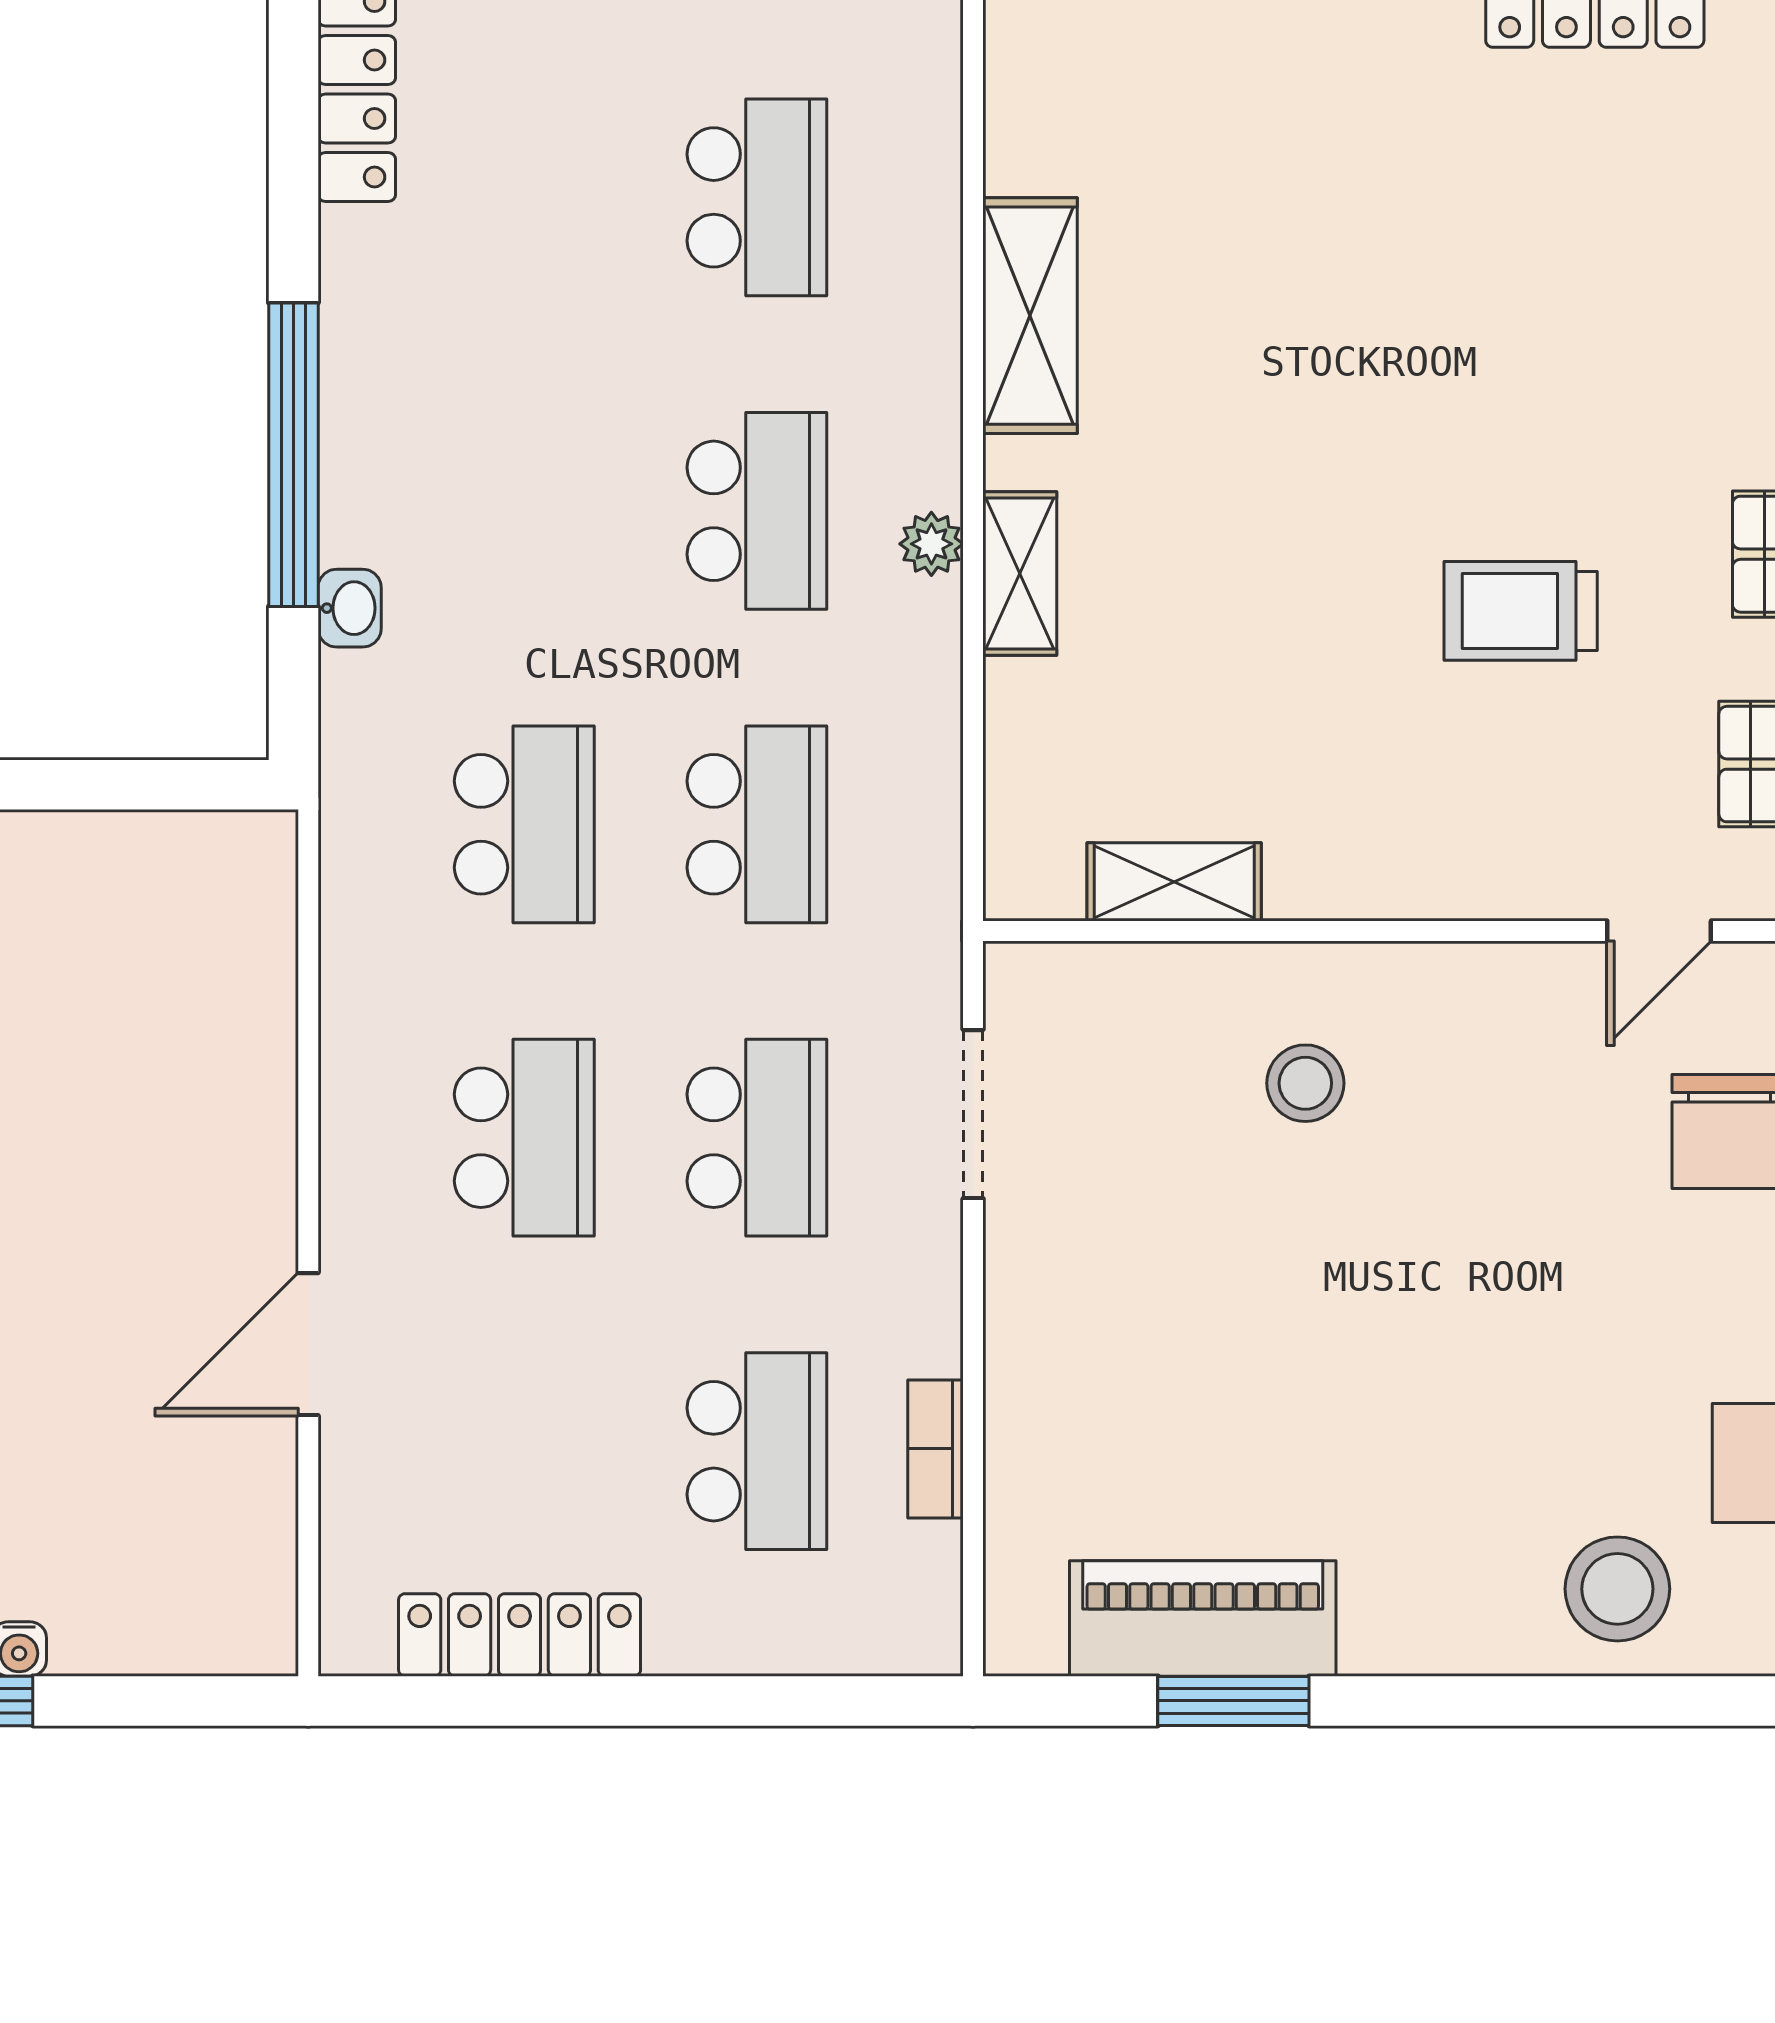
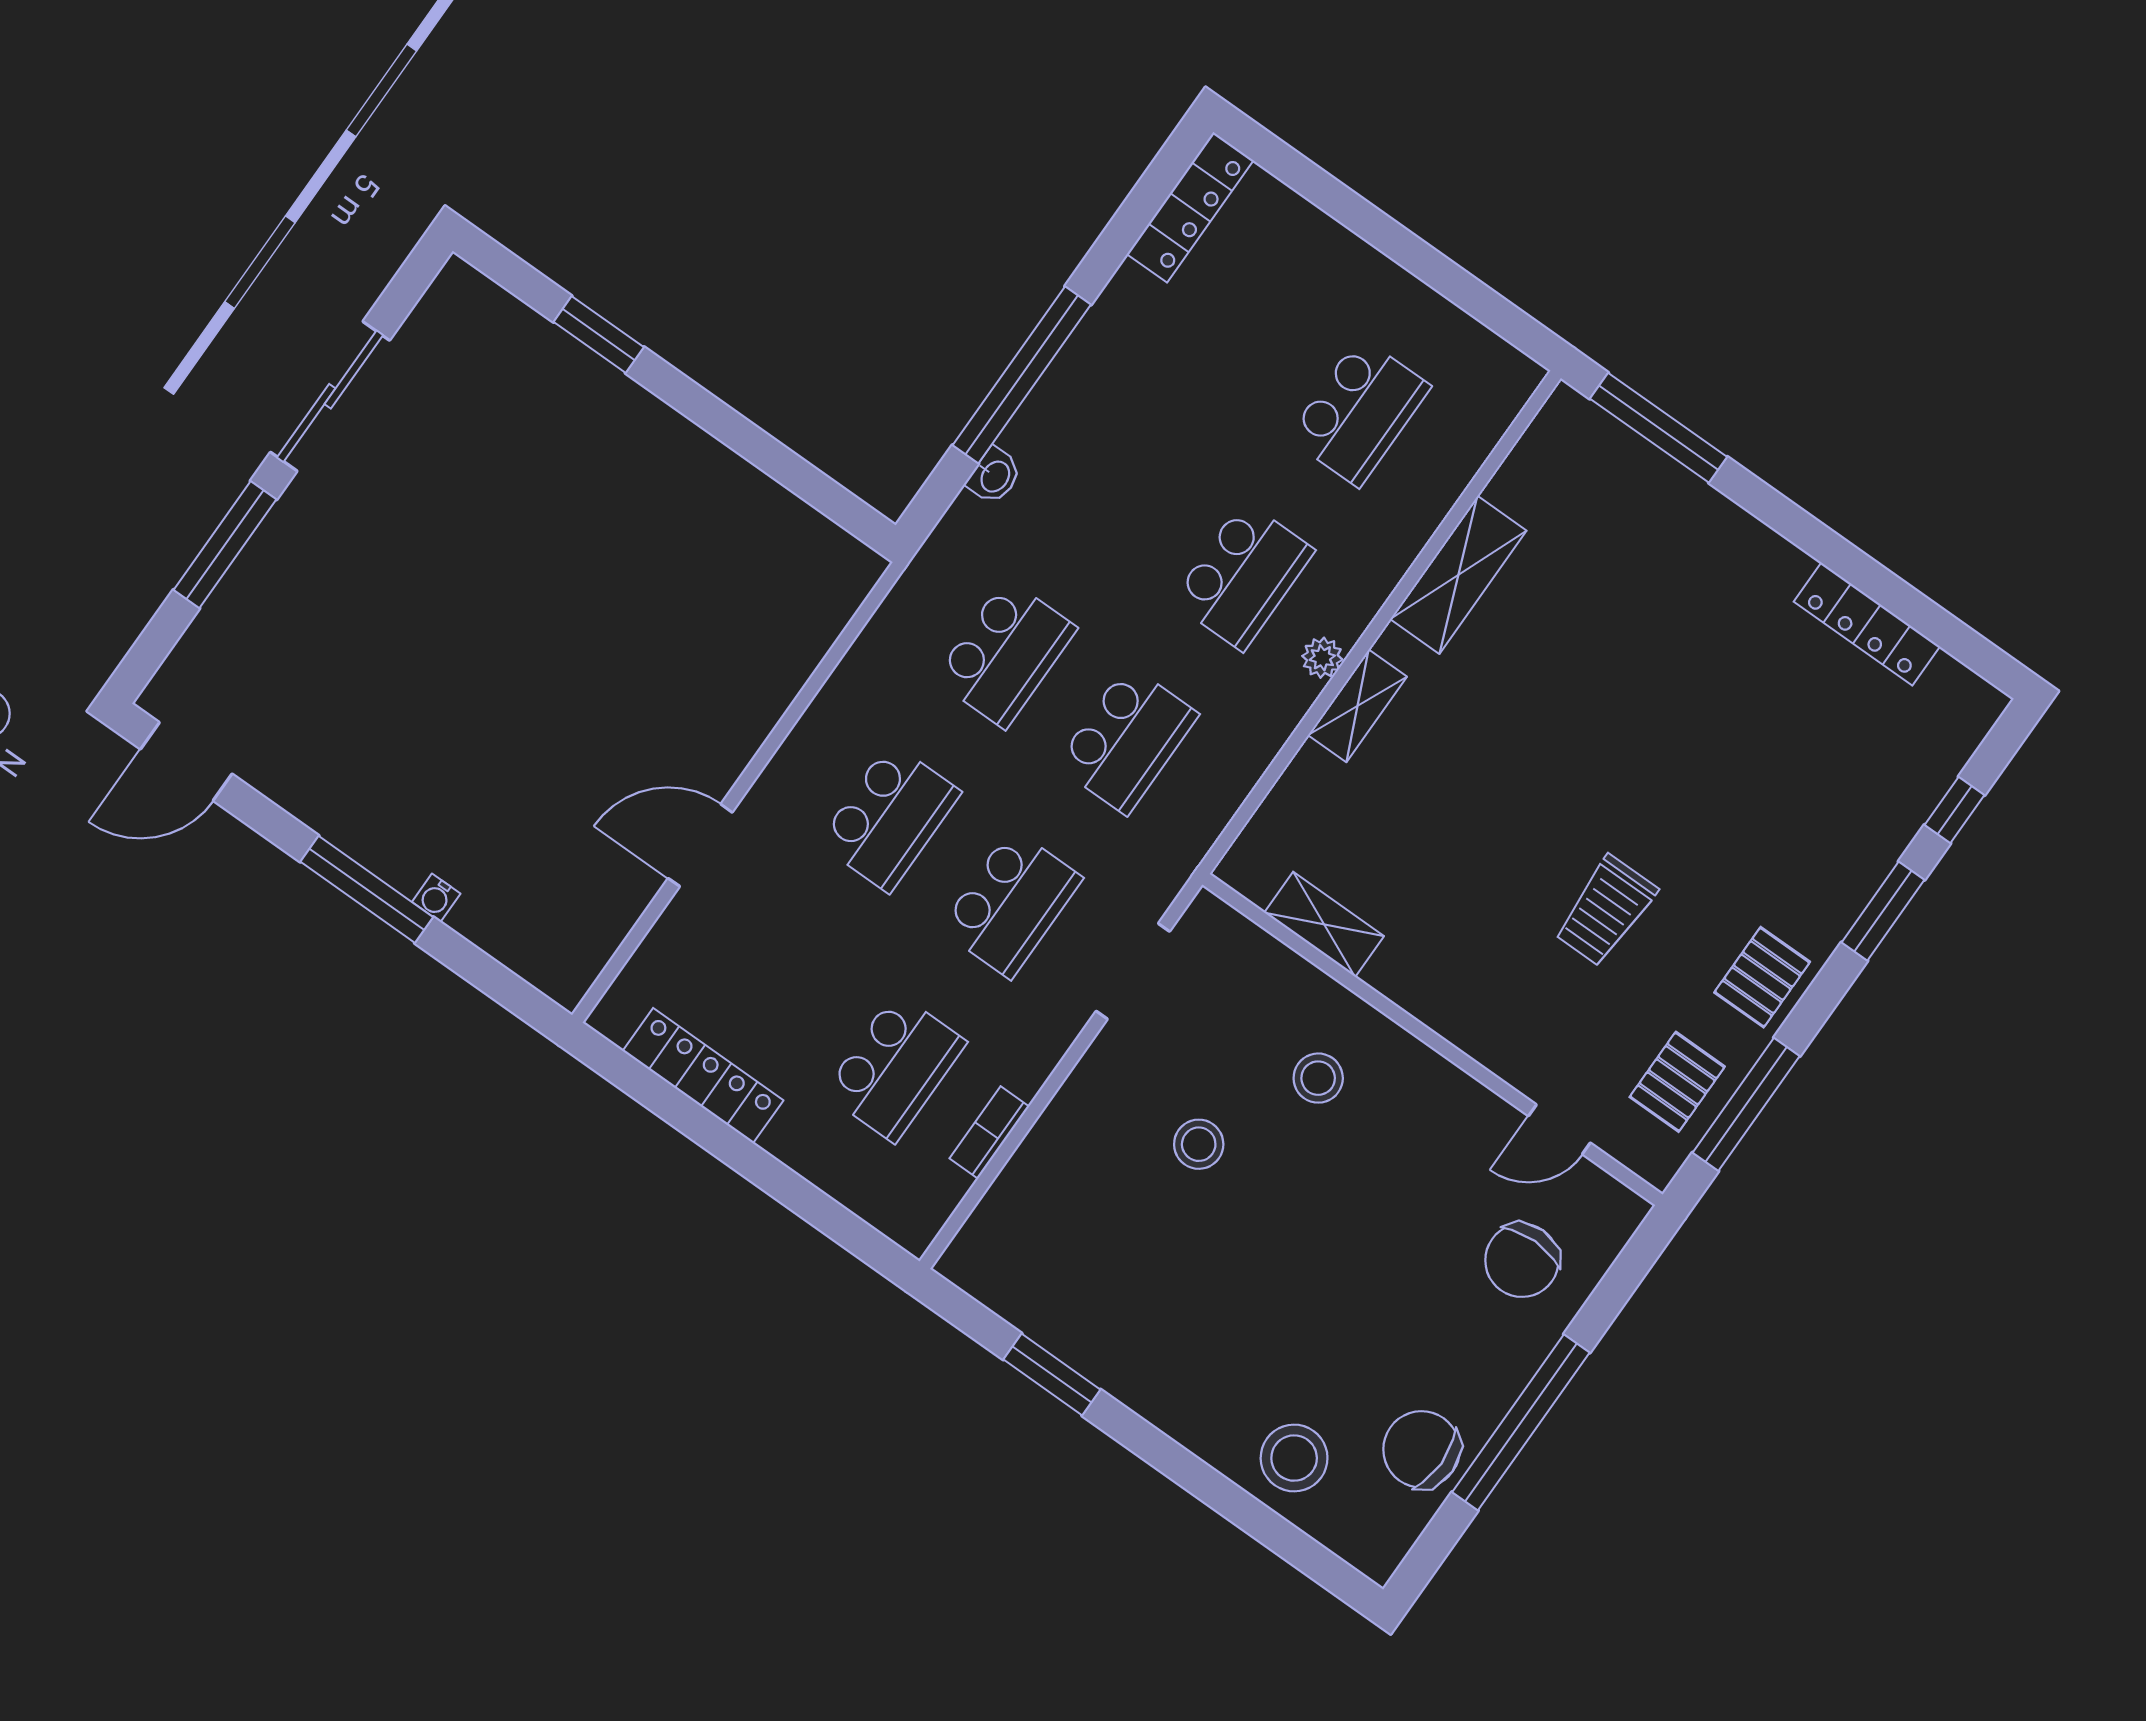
trolley: (1521, 611) -> (1606, 911), turned -90
stool: (1213, 1275) -> (1199, 1144), added
piano: (1203, 1618) -> (1066, 1320), removed

